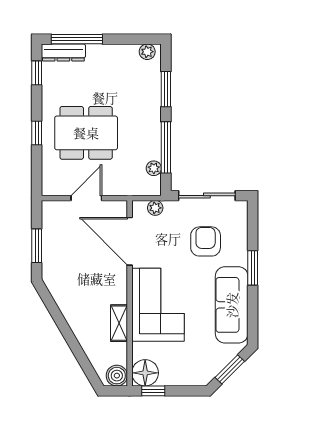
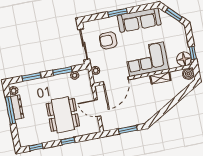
window: (77, 39) -> (10, 110), moved
dresser: (63, 52) -> (17, 107), moved
window: (166, 147) -> (62, 71), width x0.69

